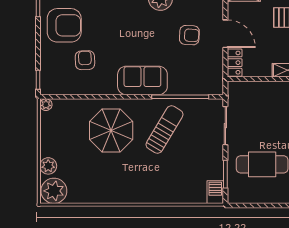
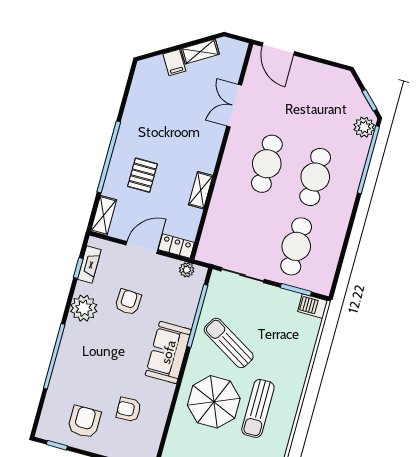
armchair: (64, 25) -> (84, 422), width x0.73, depth x0.73
armchair: (189, 35) -> (128, 302), moved
plant: (217, 77) -> (187, 270), added
sun lounger: (116, 170) -> (258, 408), added

